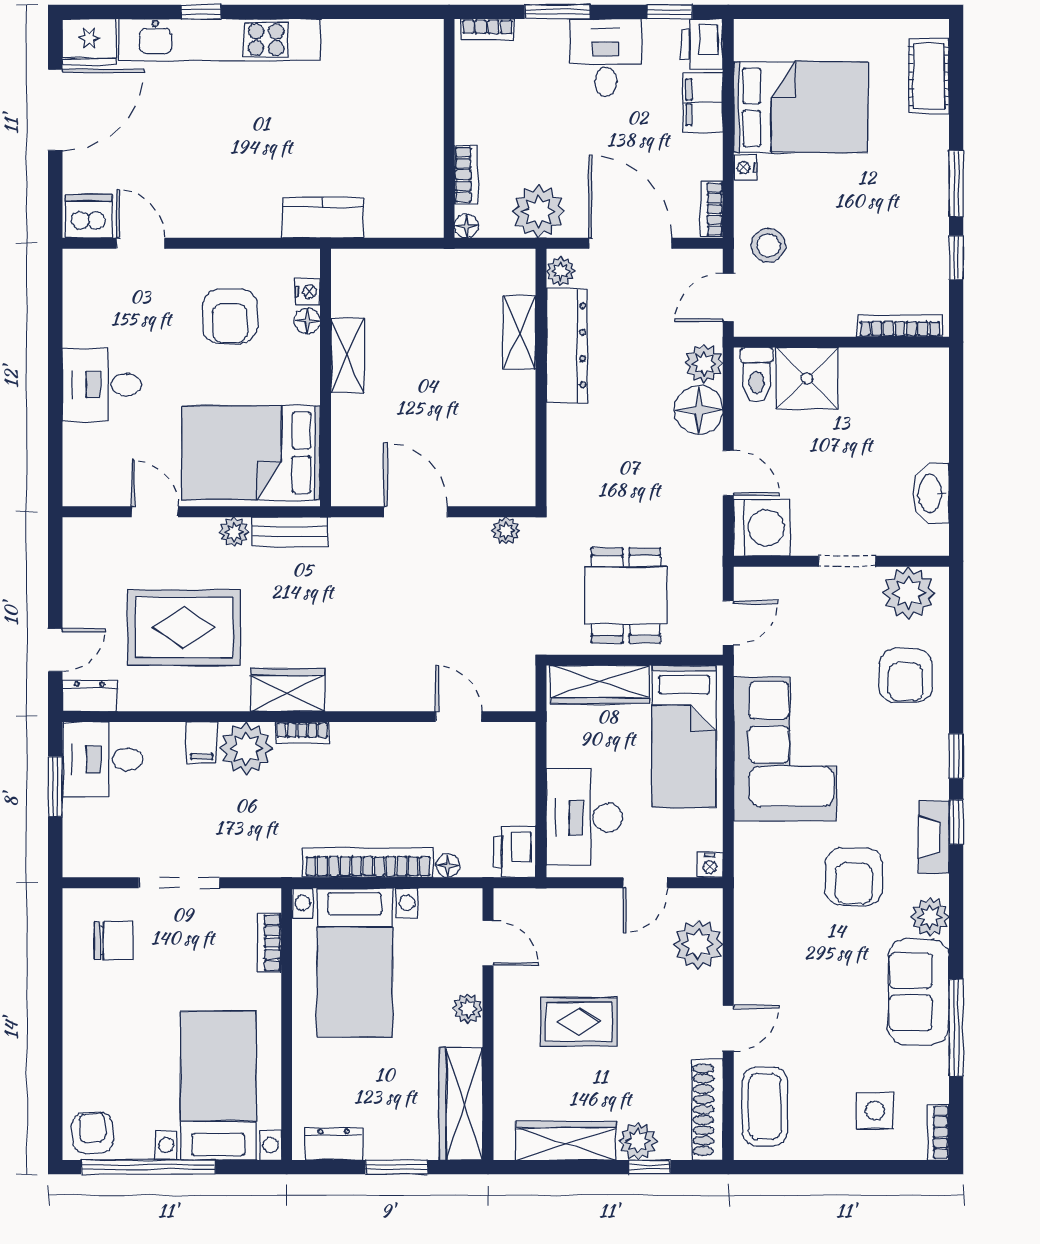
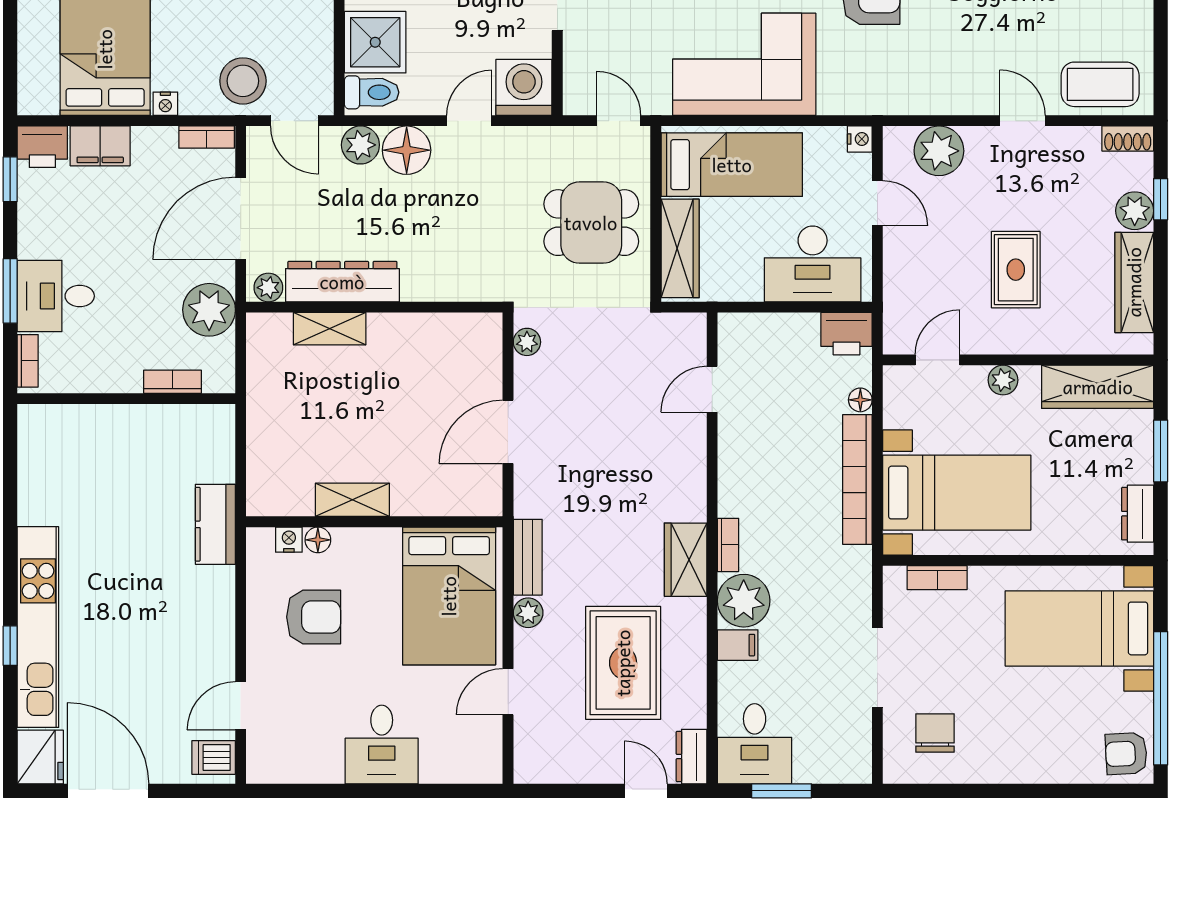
desk: (606, 58) -> (56, 296), moved
dishwasher: (89, 216) -> (214, 757), width x0.73
floor lamp: (466, 226) -> (223, 381), removed
stool: (768, 246) -> (243, 81), width x1.38, depth x1.38
shoe rack: (707, 1110) -> (1128, 139), width x0.51, depth x0.81

